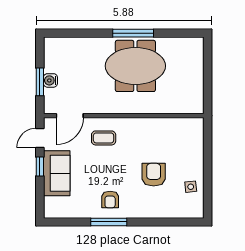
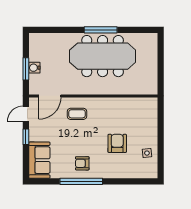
meeting table: (135, 66) -> (103, 56), width x1.36
sofa: (57, 173) -> (39, 160), moved
armchair: (110, 200) -> (82, 163), turned 90
window: (109, 222) -> (81, 181), width x1.46

